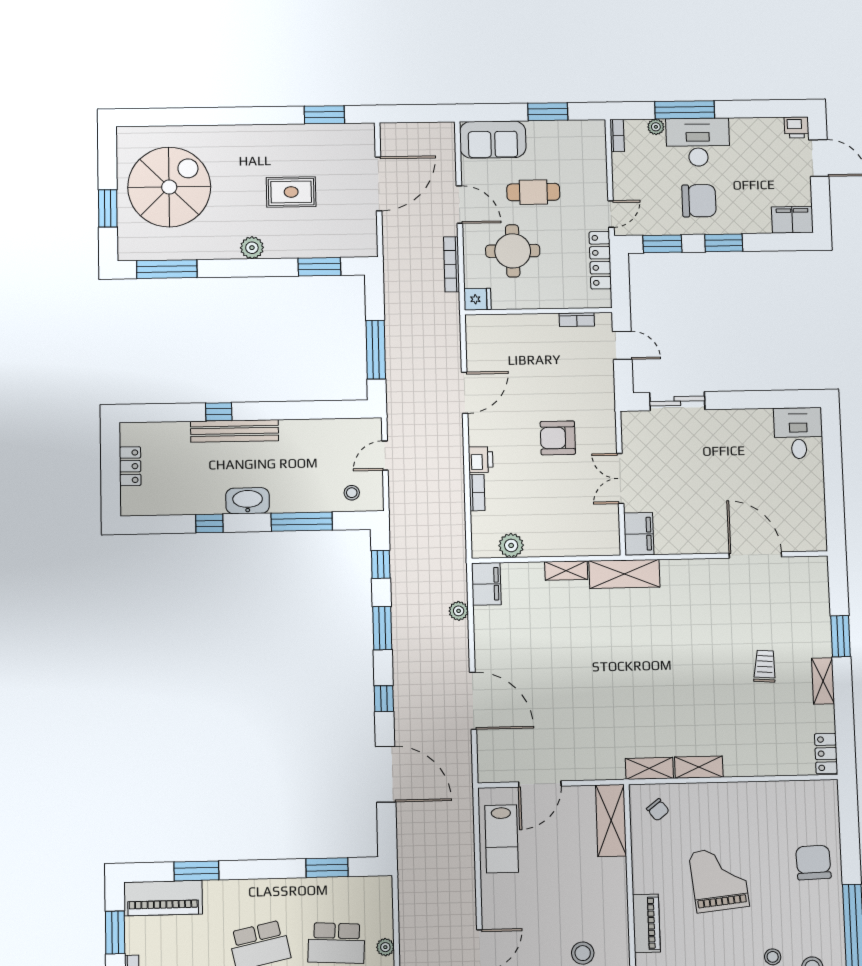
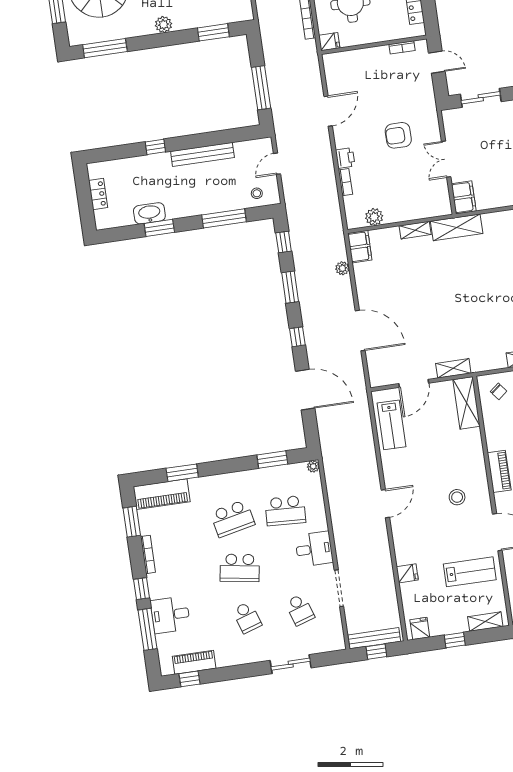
bench: (235, 431) -> (202, 154), moved
washbasin: (248, 501) -> (149, 213), moved
window: (209, 523) -> (159, 228), width x1.50
shelving: (649, 768) -> (453, 368), moved
plant: (385, 947) -> (313, 466), moved

